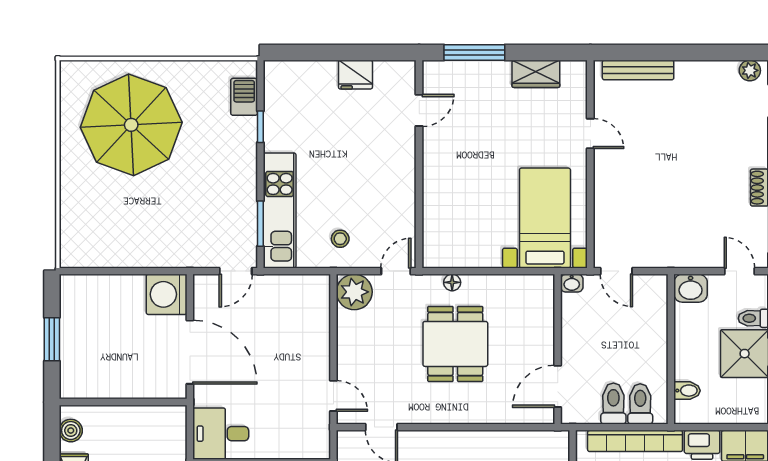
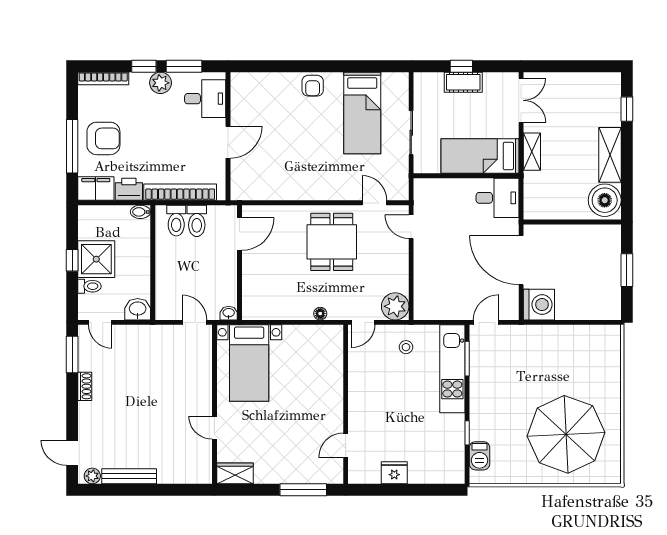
bench: (638, 70) -> (129, 476), moved
wardrobe: (536, 74) -> (235, 473), moved
dining table: (455, 344) -> (332, 242), moved
bidet: (687, 391) -> (140, 212), moved
boiler: (71, 431) -> (605, 200), width x1.86, depth x1.86

